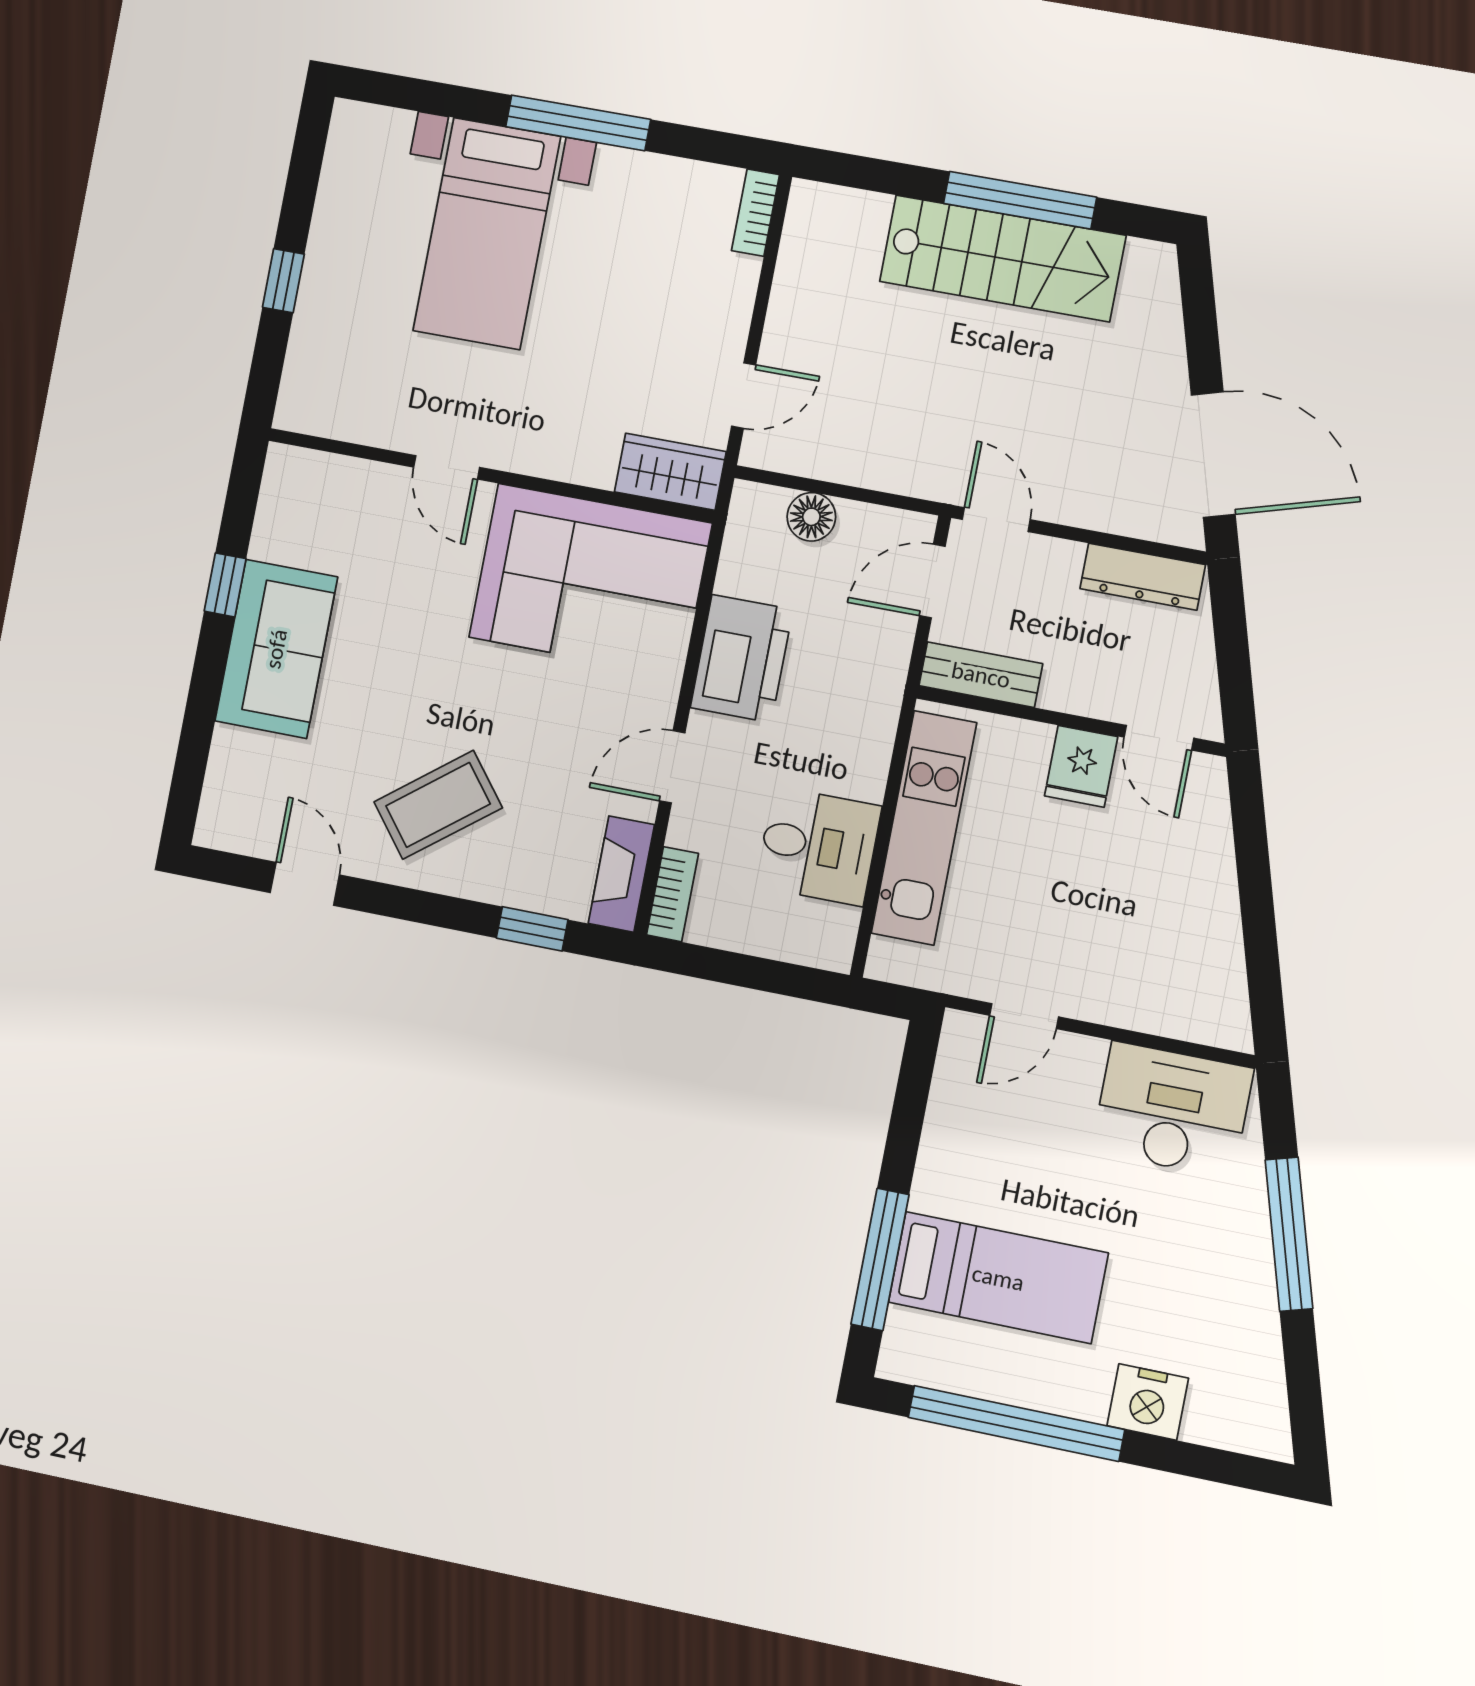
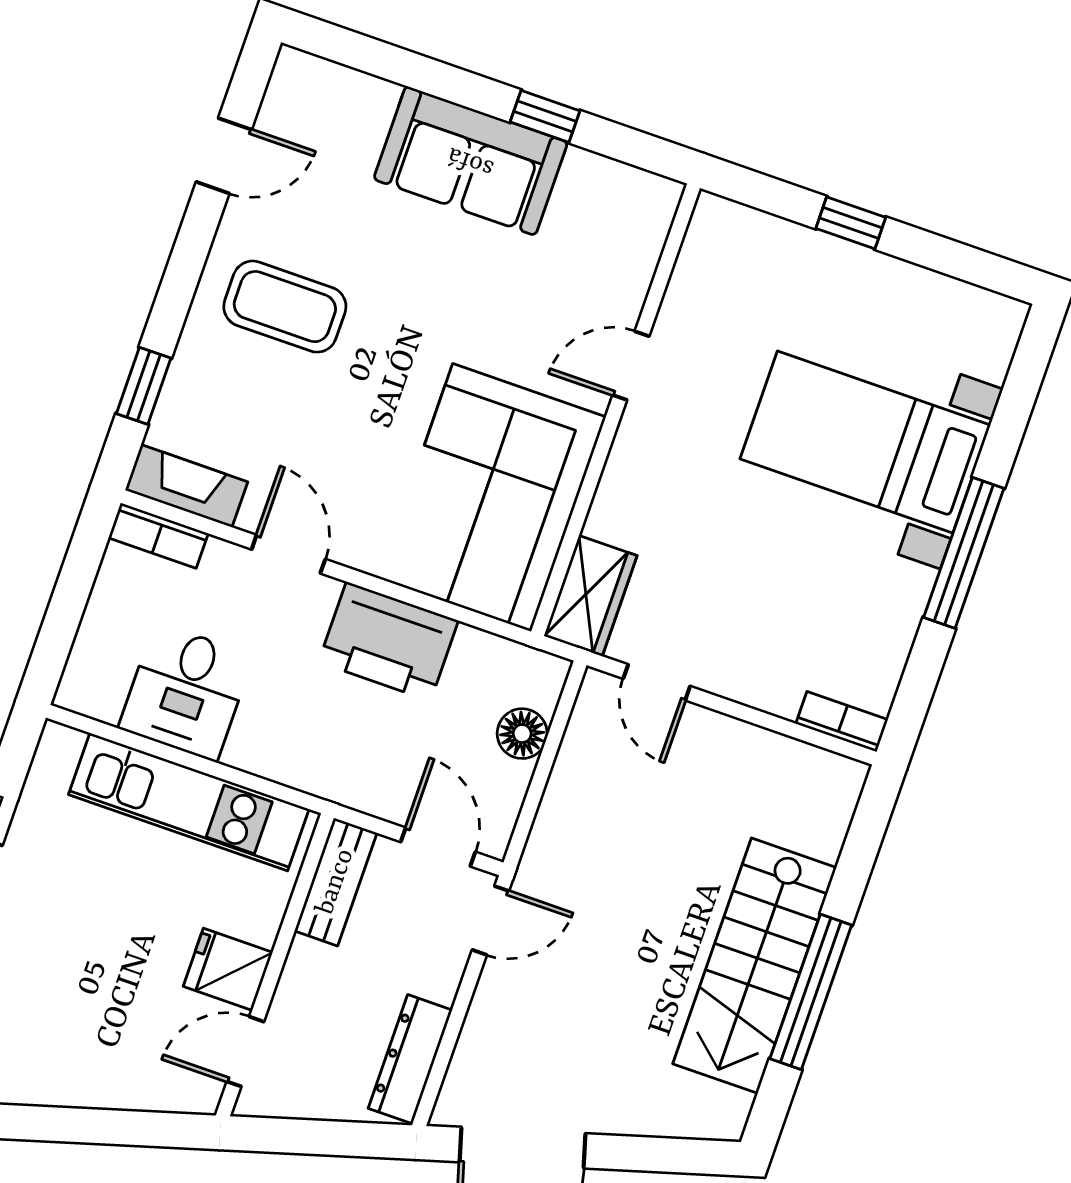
coffee table: (438, 805) -> (285, 307), turned -52

